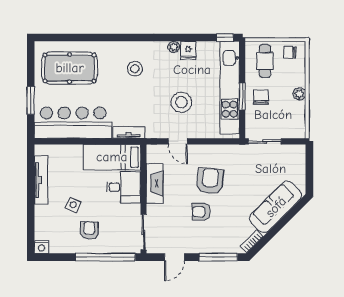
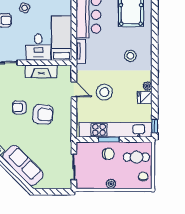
door: (178, 141) -> (74, 89), swing flipped
sliding door: (265, 141) -> (74, 167), moved
armchair: (201, 212) -> (19, 107), turned -90

